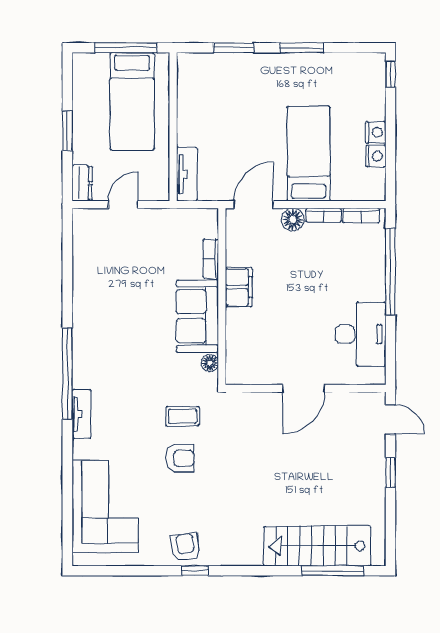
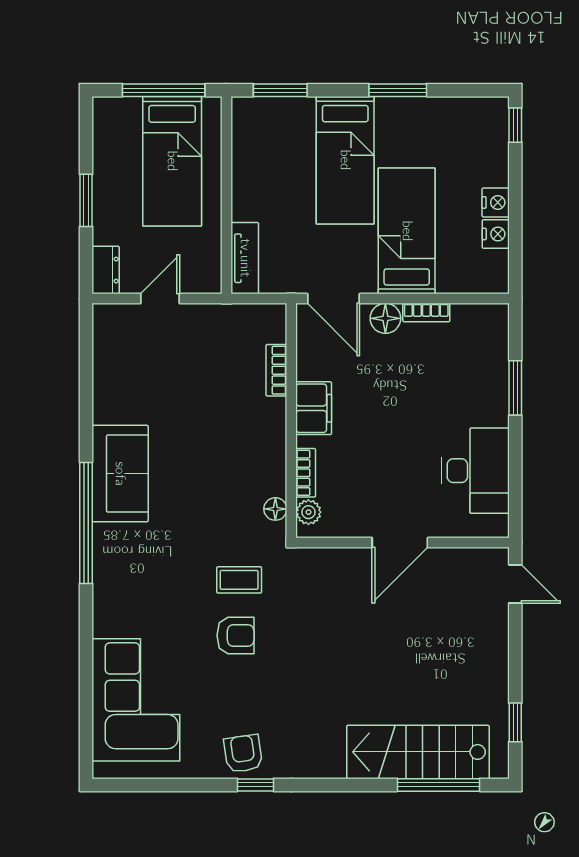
window: (234, 48) -> (280, 90), moved
bed: (262, 101) -> (345, 160), added
door: (254, 205) -> (334, 299), swing flipped
bookcase: (361, 215) -> (306, 473), moved, turned -90
window: (390, 272) -> (515, 388), width x0.47
sofa: (197, 316) -> (120, 474), moved, turned 180
plant: (235, 365) -> (308, 512), added
tv unit: (81, 414) -> (105, 577), removed
window: (390, 472) -> (515, 722), moved

